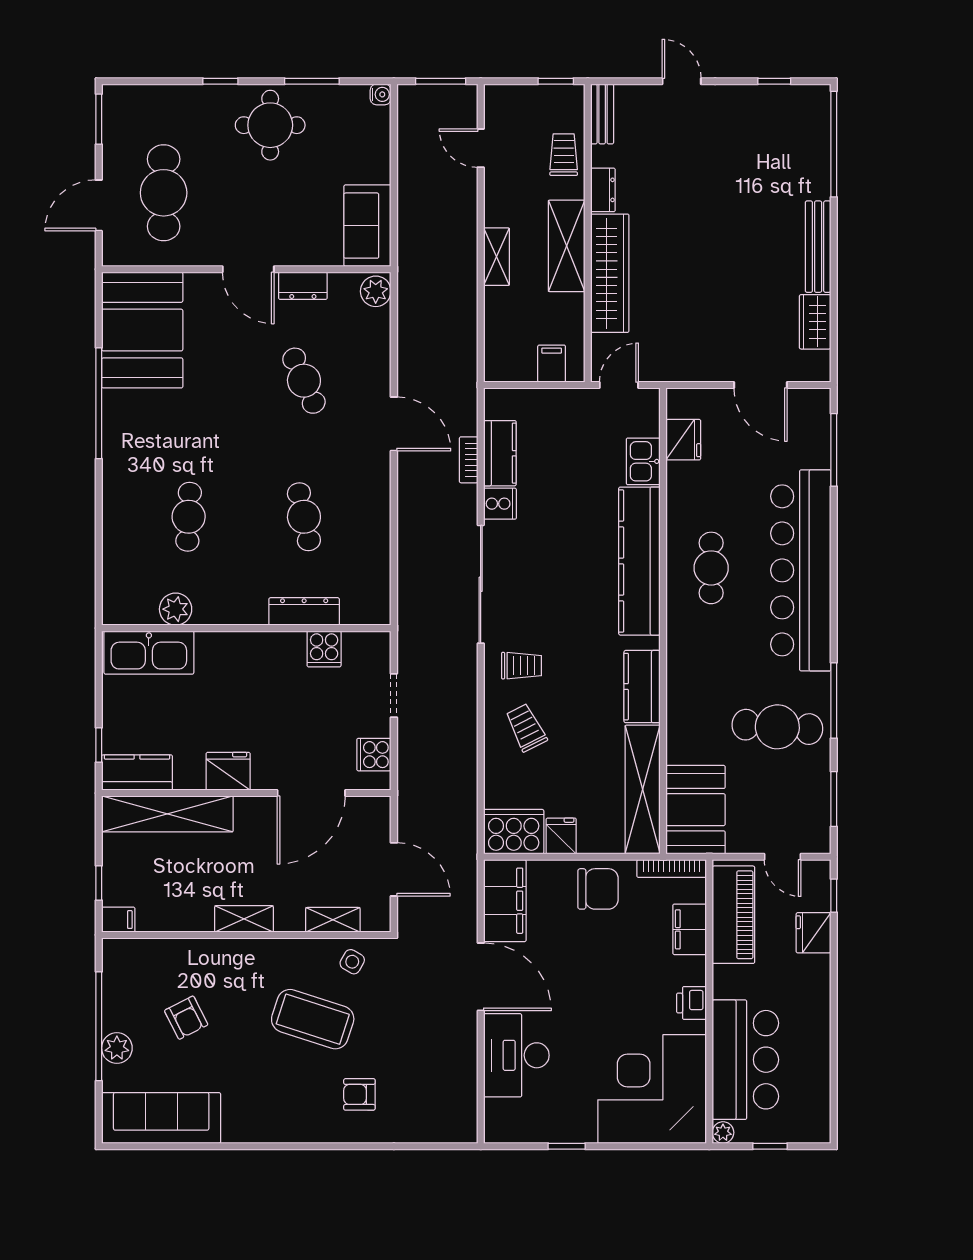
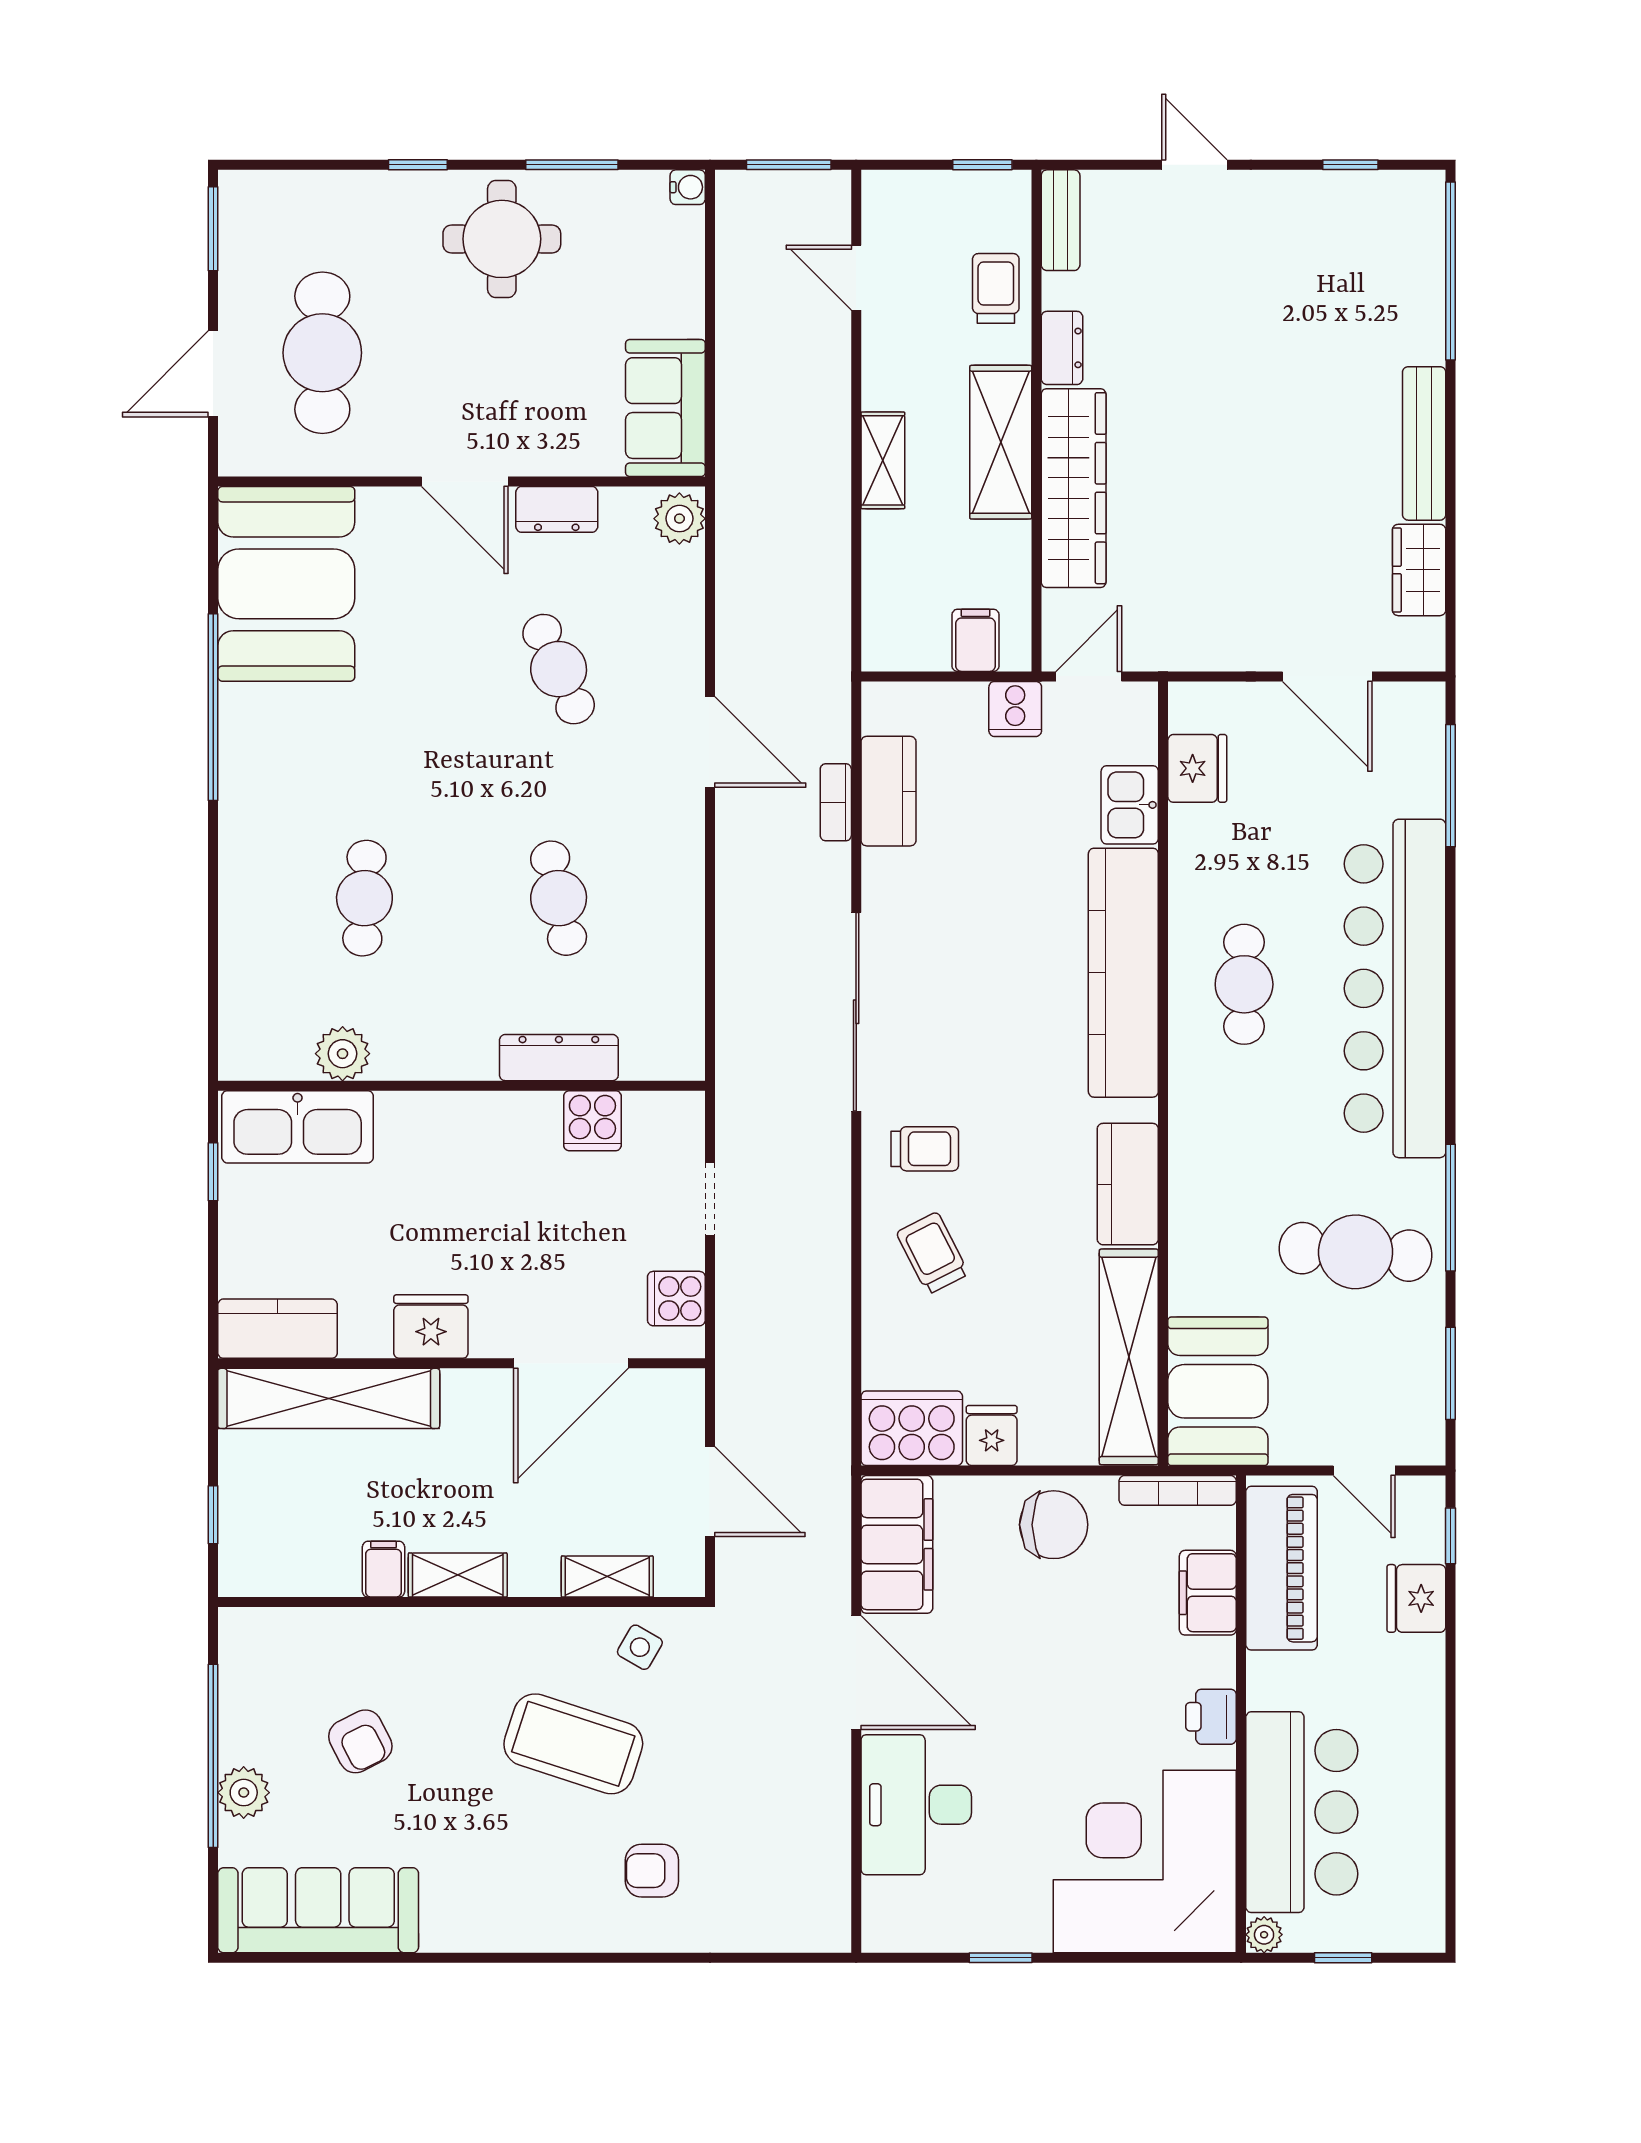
cooker: (500, 504) -> (1015, 709), moved, turned 90
window: (99, 745) -> (213, 1172), moved
filing cabinet: (118, 920) -> (383, 1569), moved, turned -90

